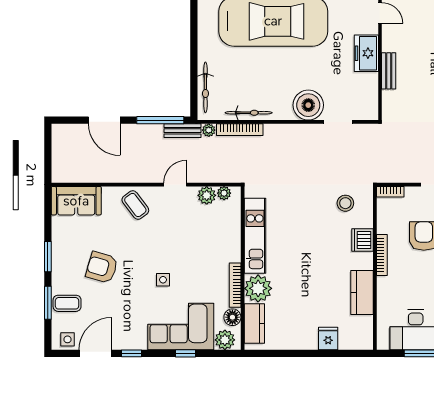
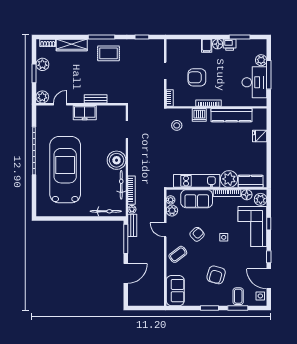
boiler: (308, 105) -> (117, 160), moved
armchair: (168, 236) -> (197, 234), added
sofa: (226, 236) -> (197, 199), added
kitchen counter: (362, 292) -> (232, 115), width x1.50

